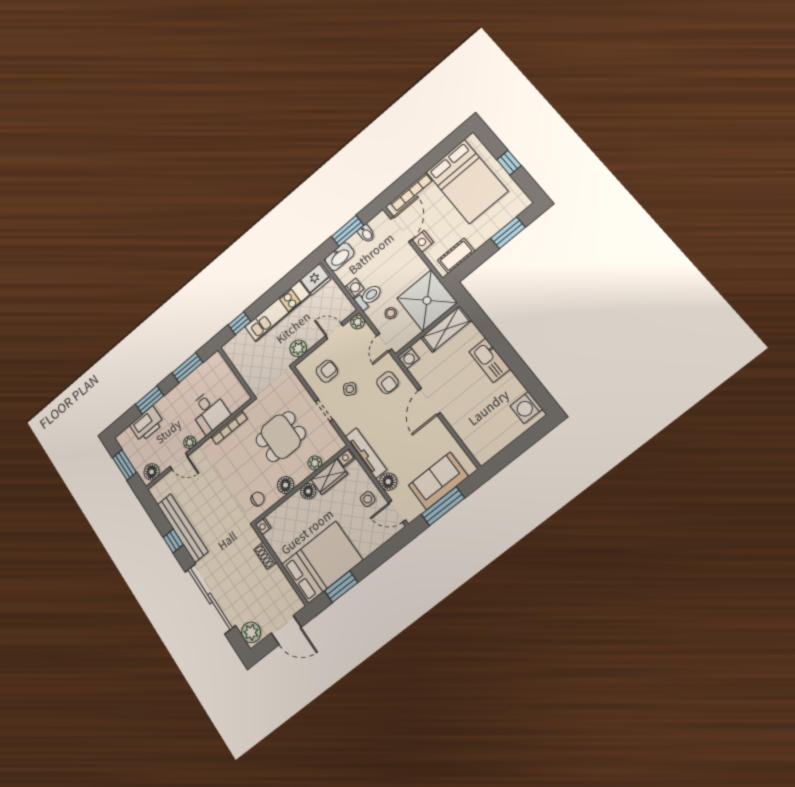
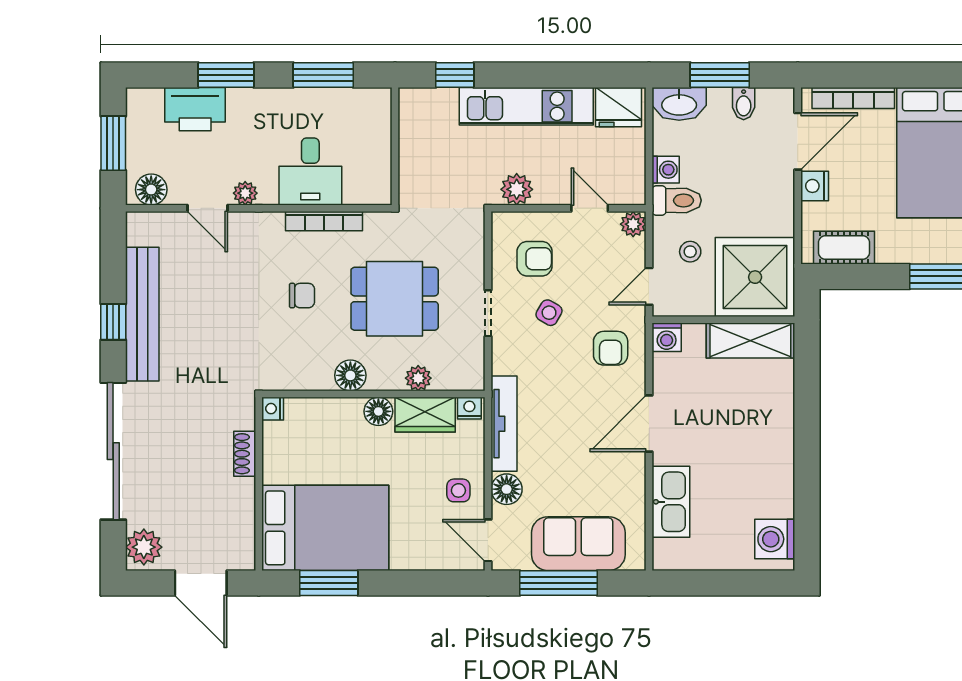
kitchen sink: (490, 360) -> (671, 502), moved, turned 180
chair: (258, 499) -> (302, 296), moved

